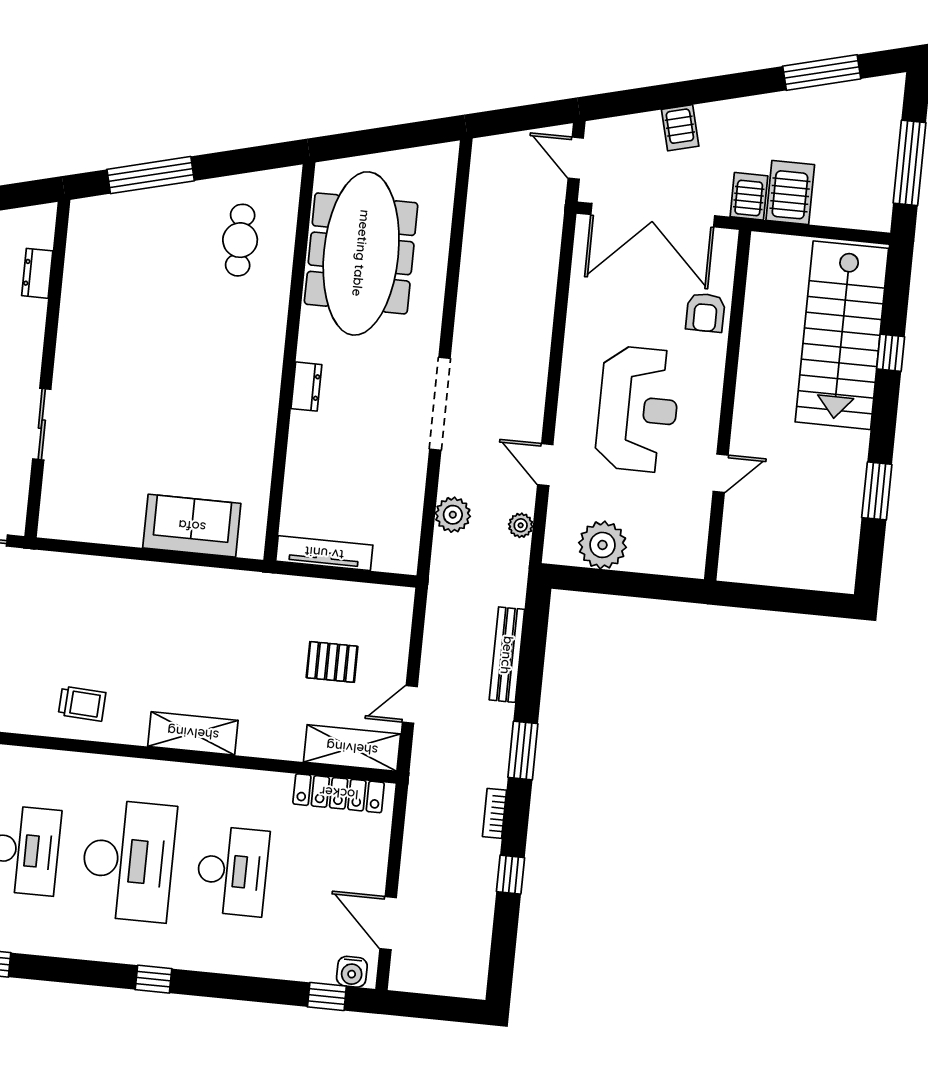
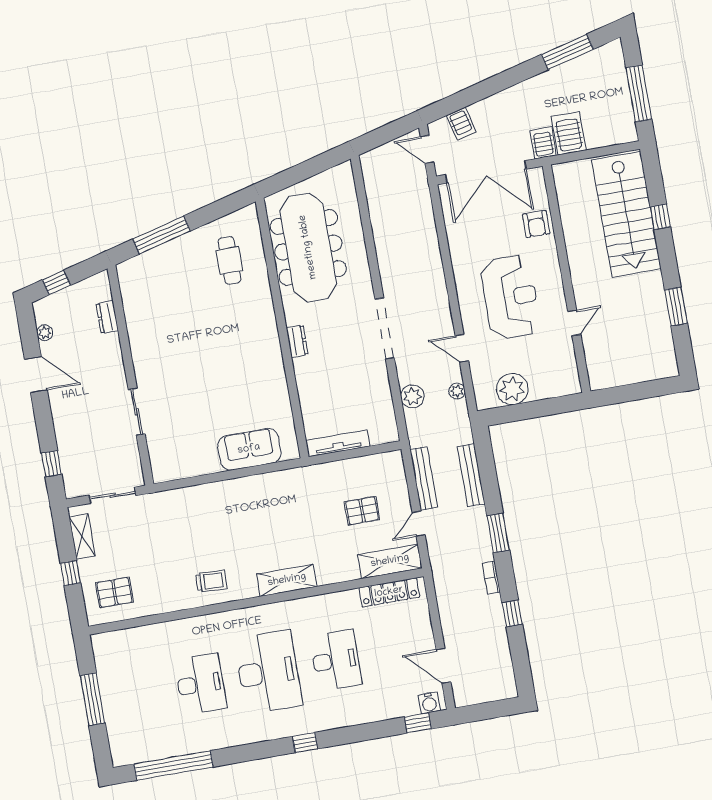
server rack: (680, 128) -> (461, 124), moved
bench: (436, 640) -> (424, 479), added

